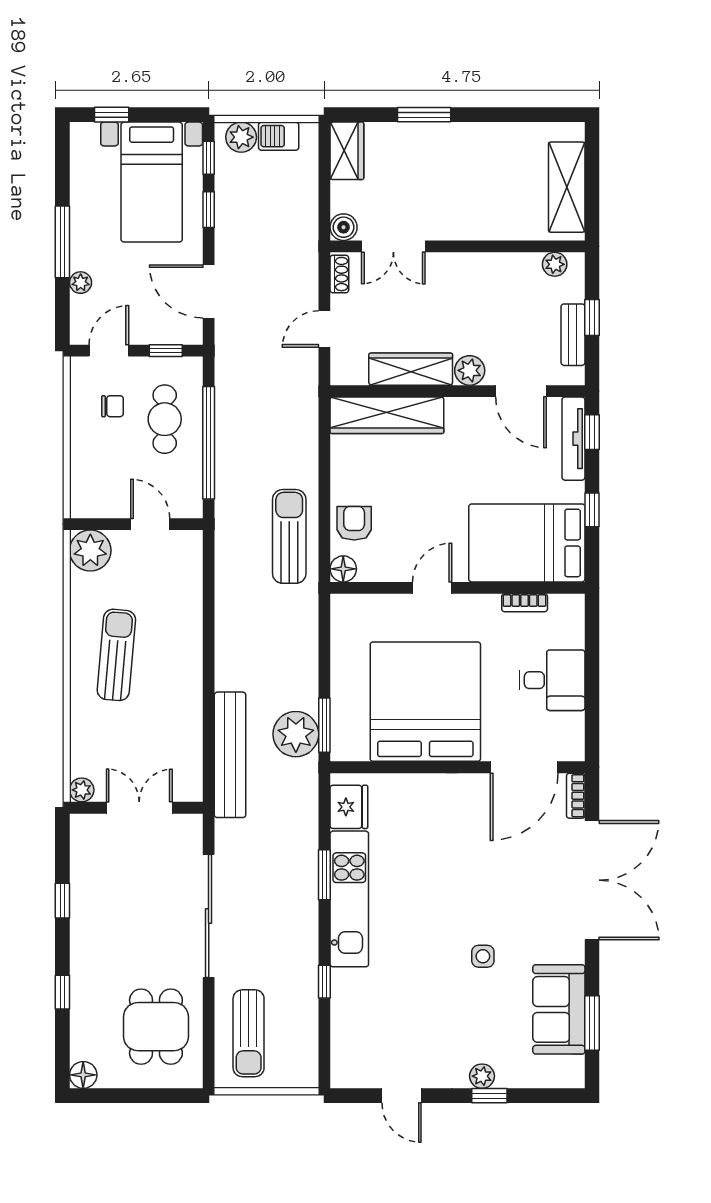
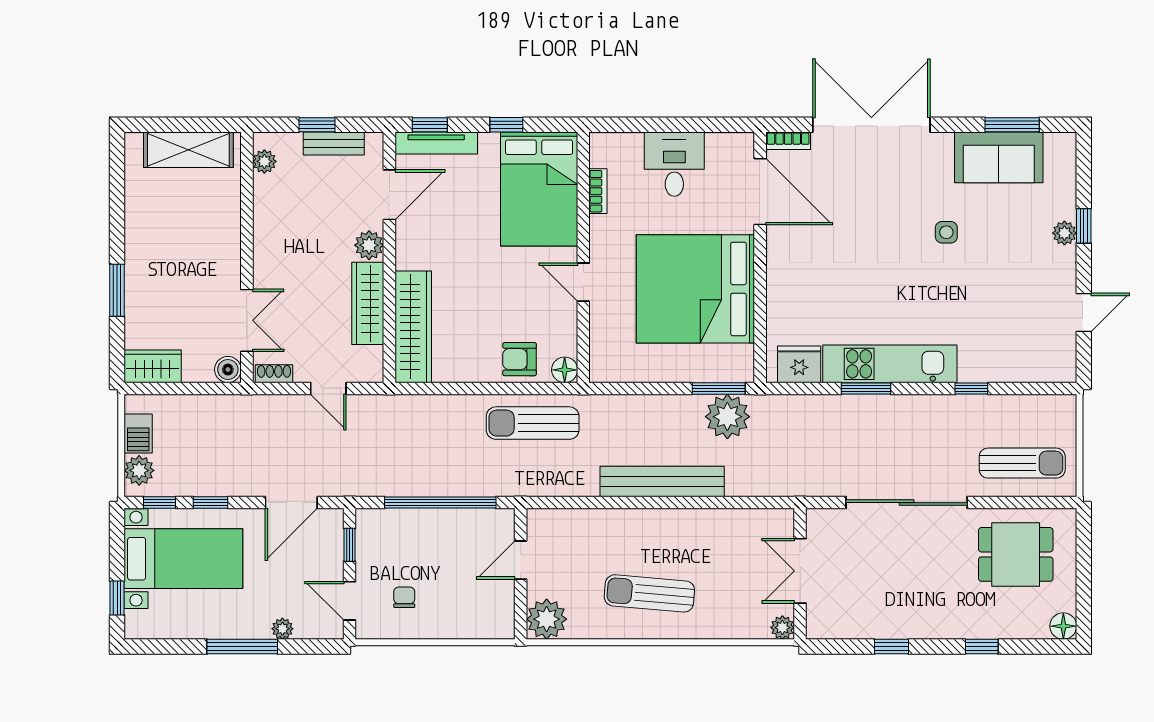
cafe table: (165, 419) -> (417, 546), removed
bench: (230, 755) -> (662, 481), moved

